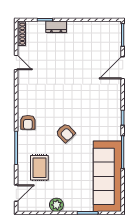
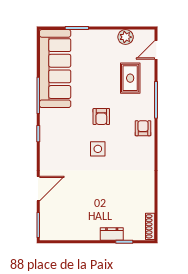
door: (16, 62) -> (156, 195), removed
side table: (69, 104) -> (98, 149), added
armchair: (66, 133) -> (101, 116), turned -136
plant: (56, 205) -> (126, 37), moved

